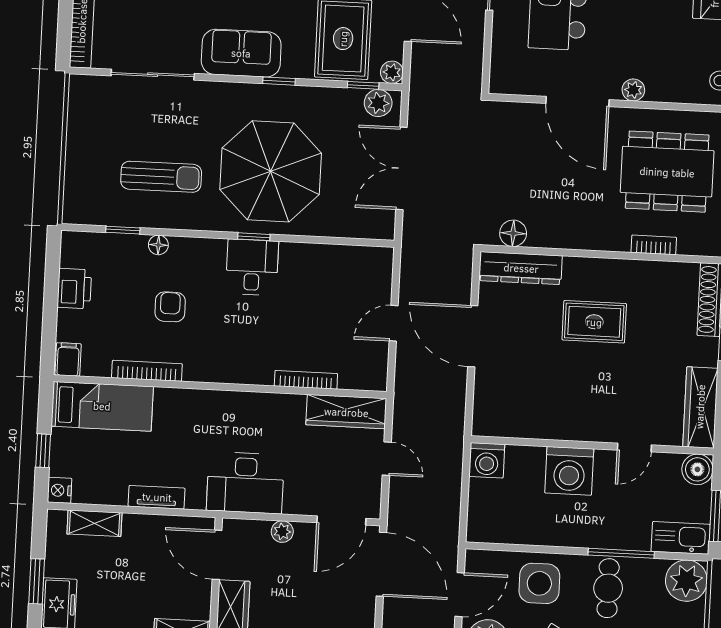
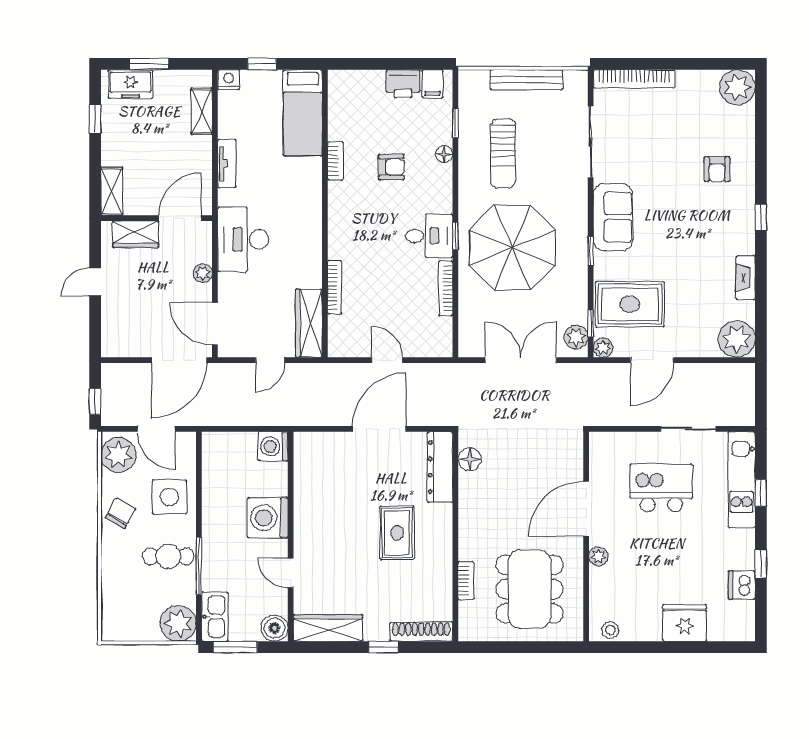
bench: (77, 145) -> (526, 80), added
bookcase: (314, 251) -> (446, 288), added
filing cabinet: (68, 359) -> (432, 84), moved, turned 90
bookcase: (147, 371) -> (335, 161), width x0.64

